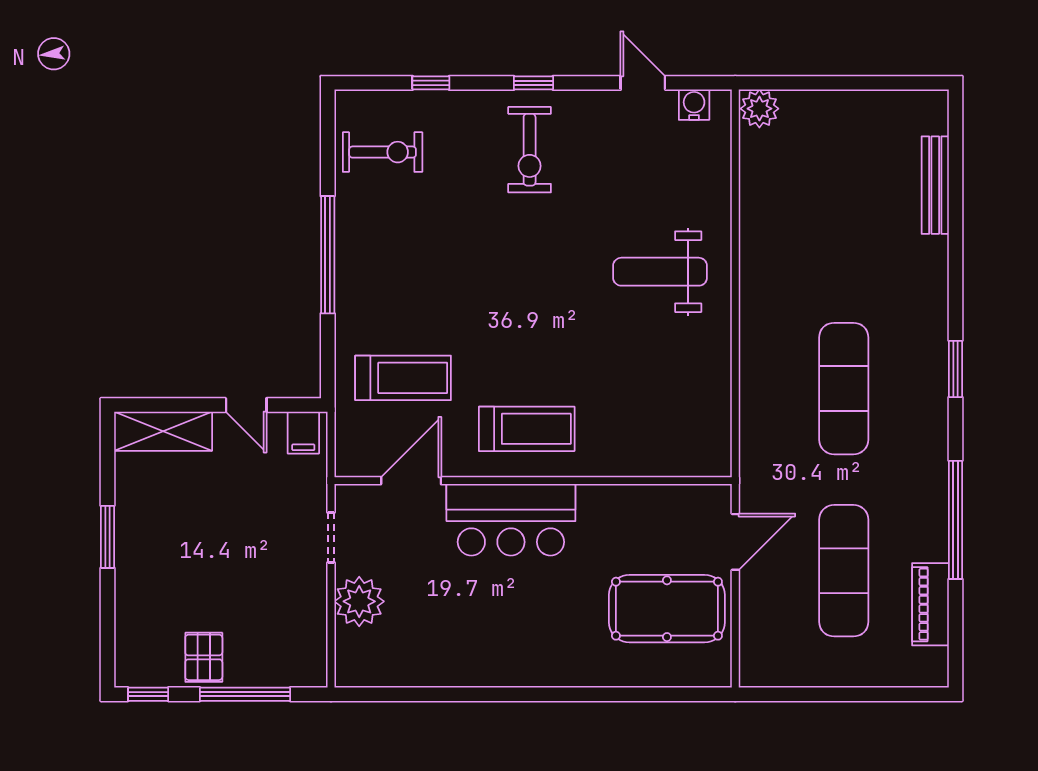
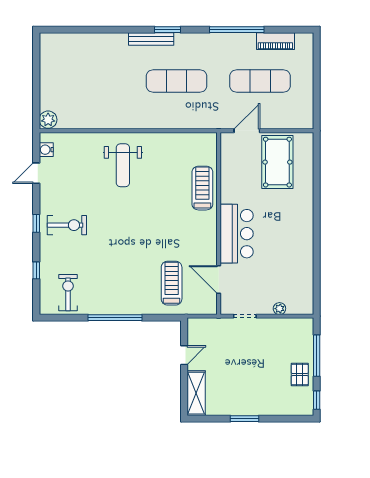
bench: (935, 185) -> (151, 39), moved
treadmill: (527, 429) -> (202, 188), moved
filing cabinet: (303, 433) -> (197, 329), removed
door: (735, 542) -> (247, 131), hinge flipped
plant: (359, 601) -> (279, 309), width x0.53, depth x0.53
pallet: (204, 657) -> (300, 375), turned 90

